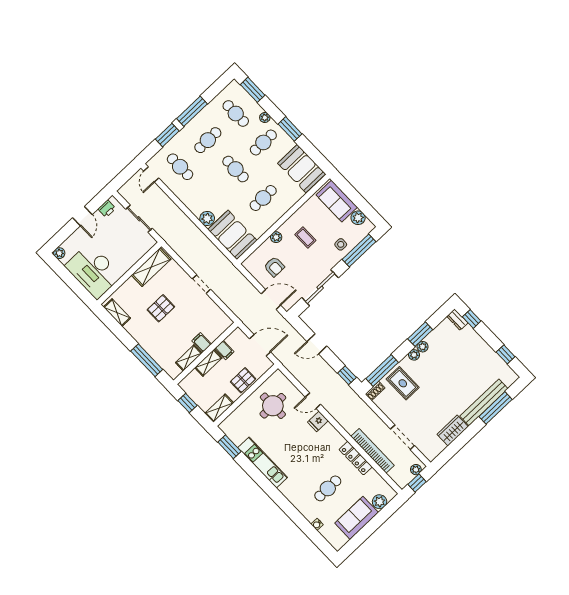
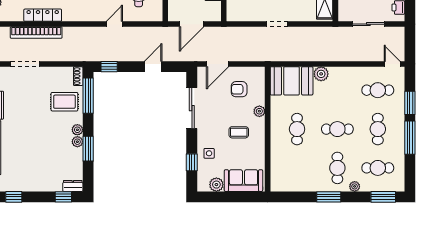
booth: (302, 169) -> (292, 178), removed
window: (359, 251) -> (192, 162), width x0.46
fridge: (318, 421) -> (96, 13), removed

